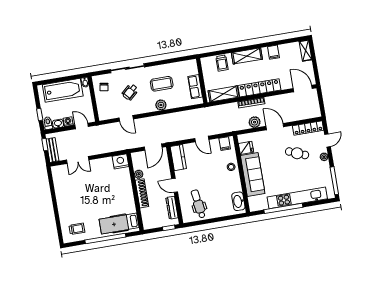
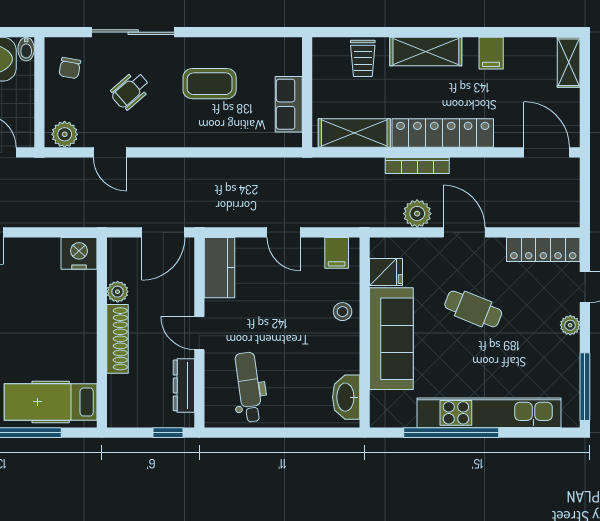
plant: (161, 105) -> (65, 134), moved
cafe table: (297, 153) -> (473, 309), moved

